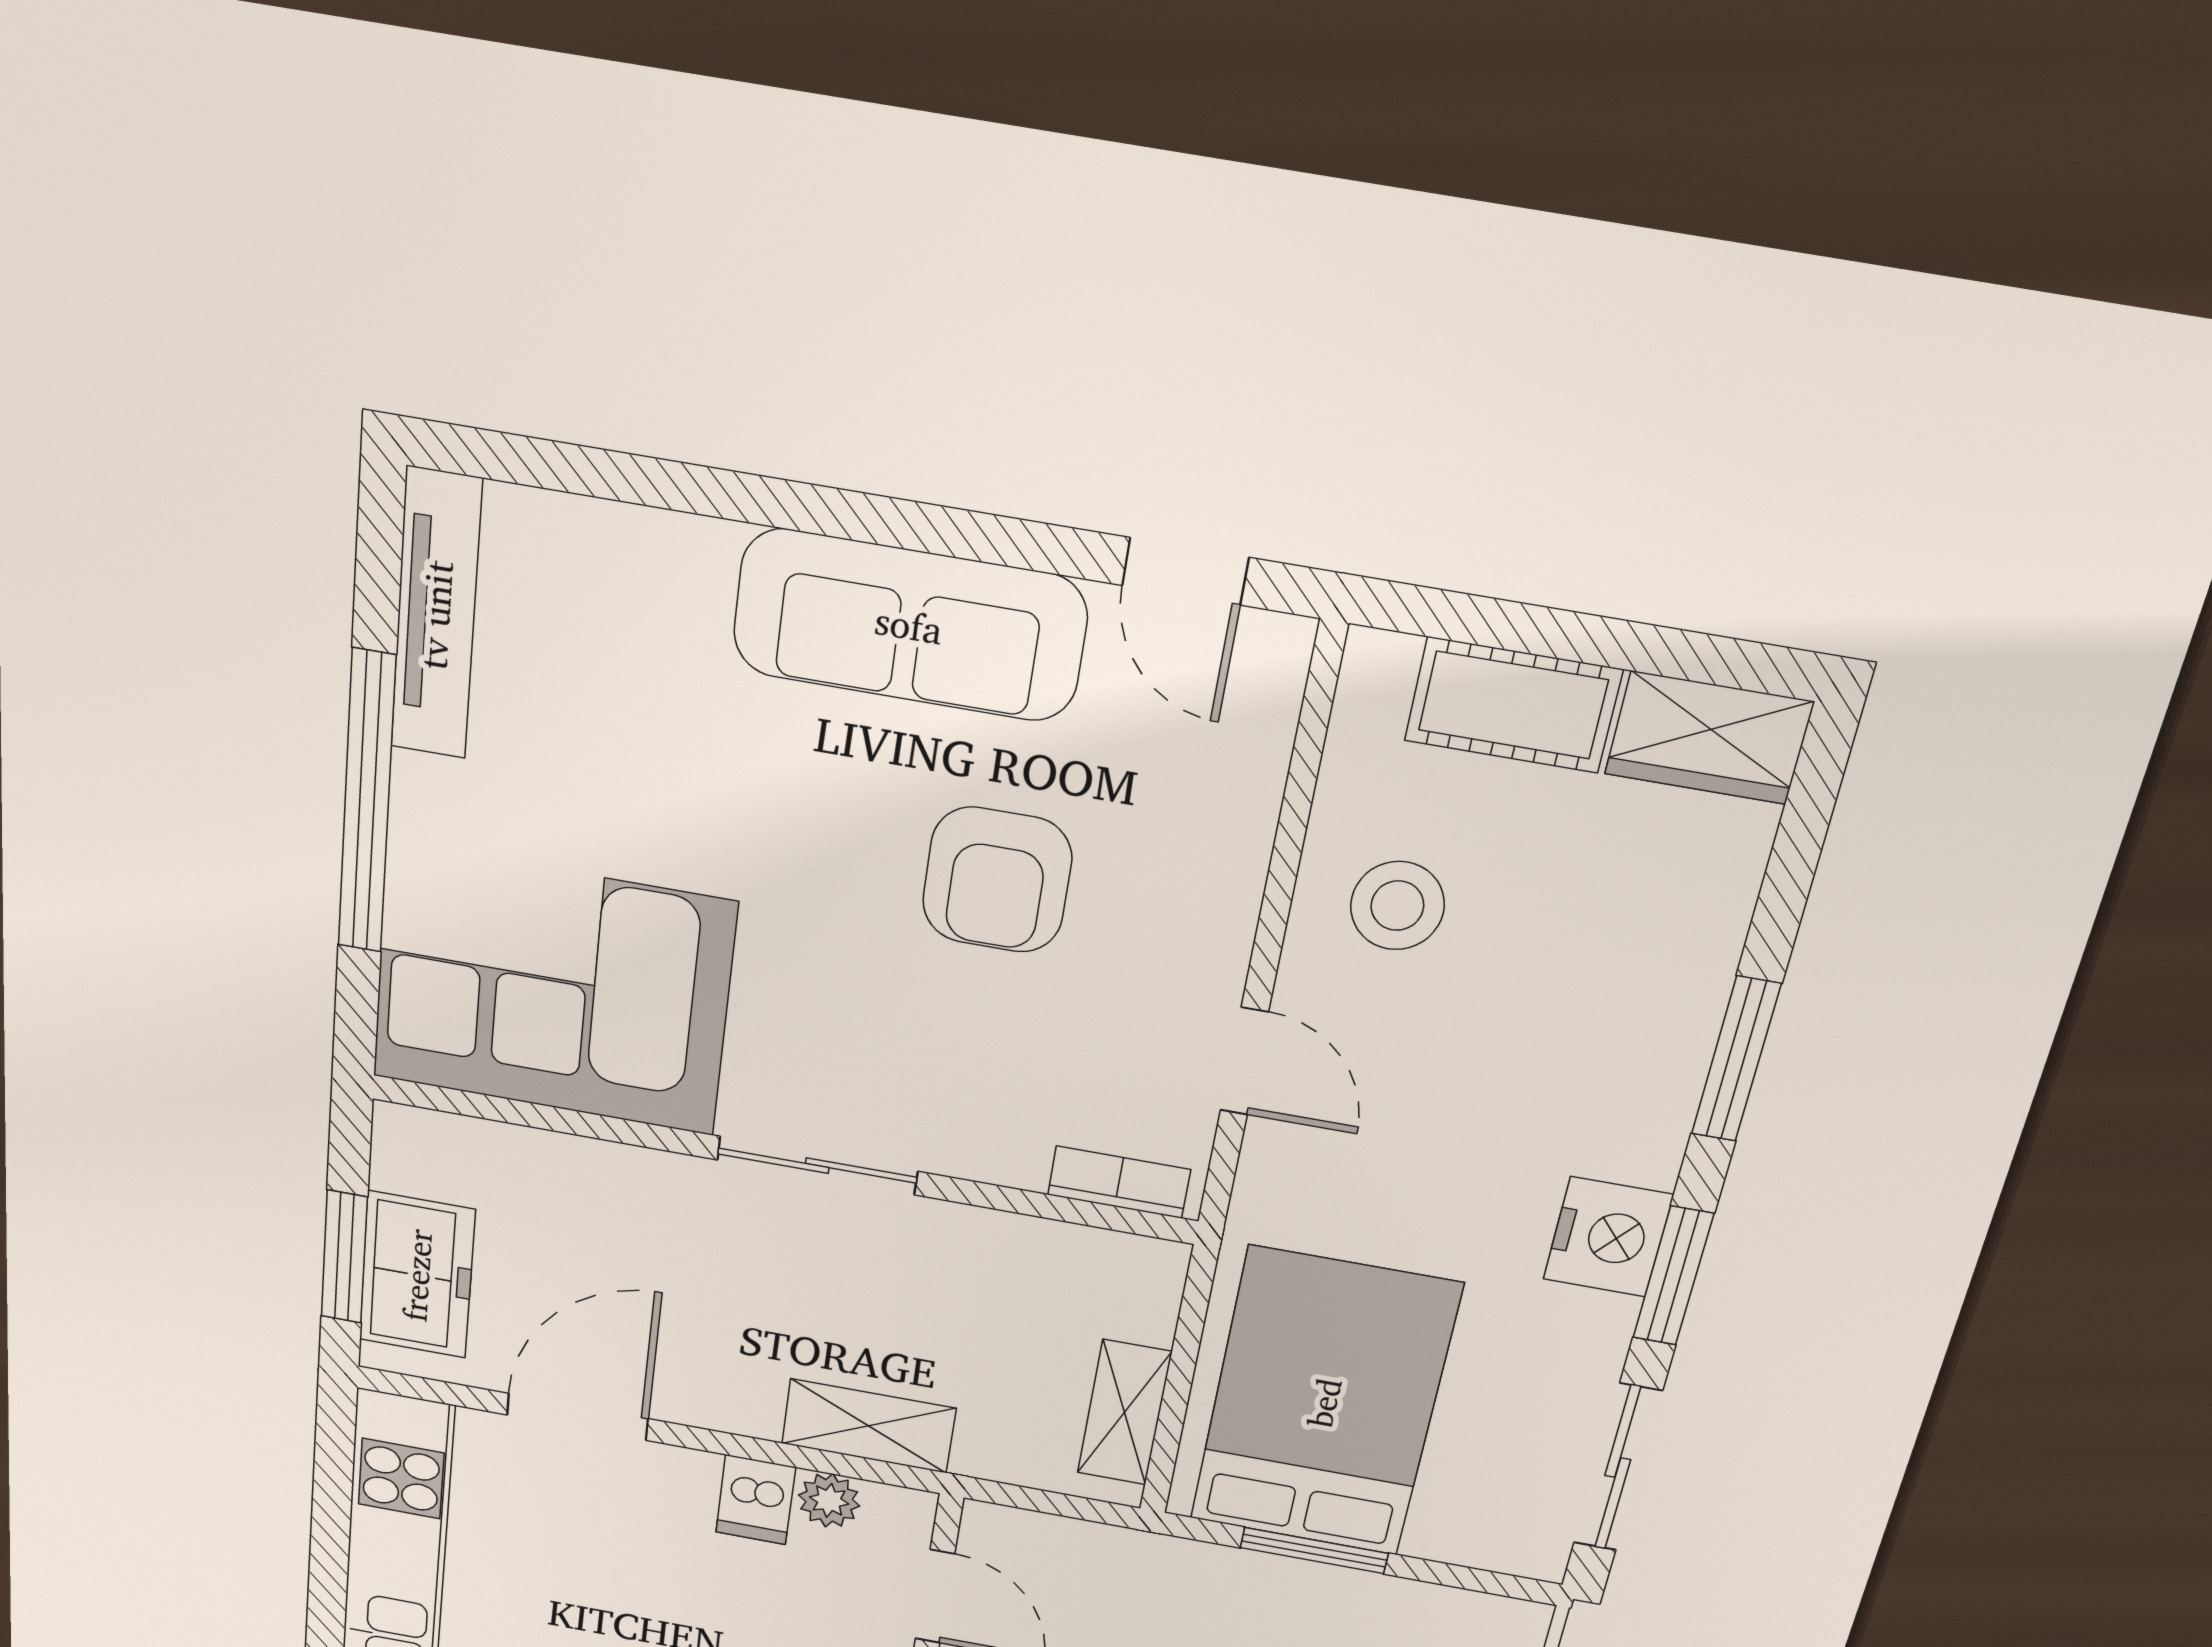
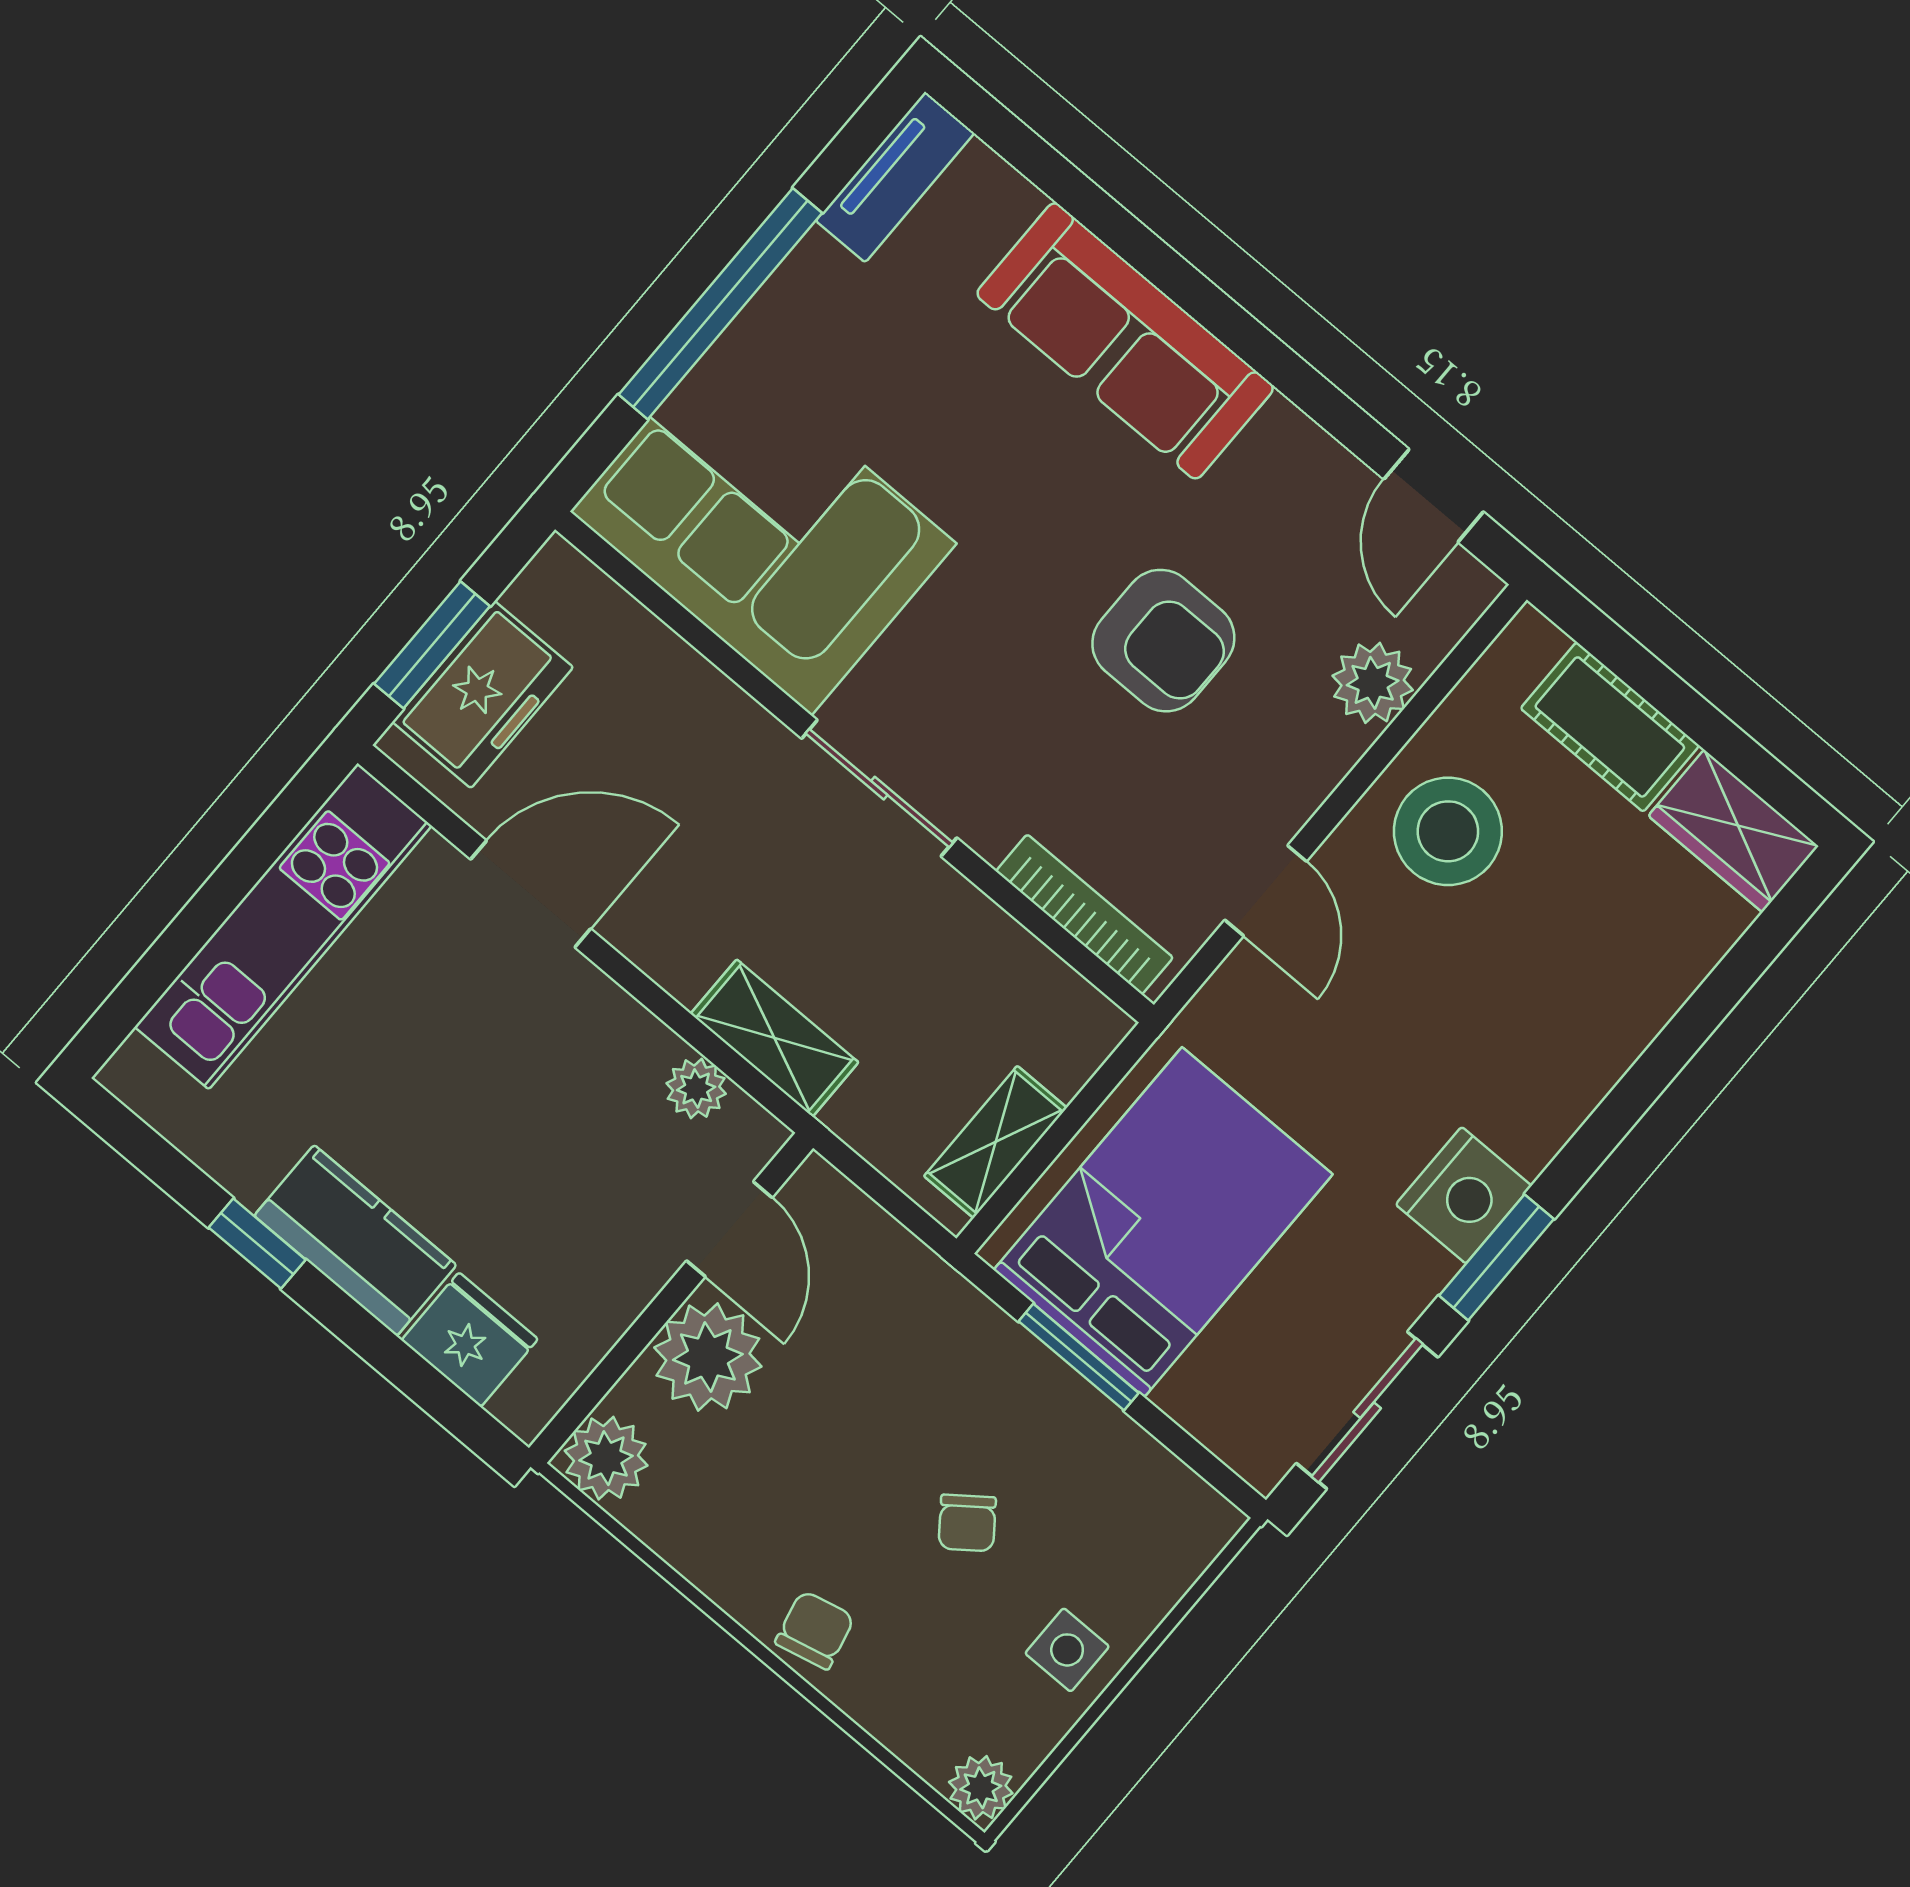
tv unit: (436, 615) -> (895, 177), width x0.71
sofa: (909, 625) -> (1125, 341), moved
plant: (1234, 802) -> (1373, 683), added
armchair: (997, 880) -> (1163, 641), turned -90
stool: (1397, 906) -> (1448, 831), width x1.38, depth x1.38
window: (1736, 1059) -> (1632, 1097), removed
bookcase: (1119, 1182) -> (1084, 914), width x1.56
dishwasher: (756, 1500) -> (633, 1054), removed

